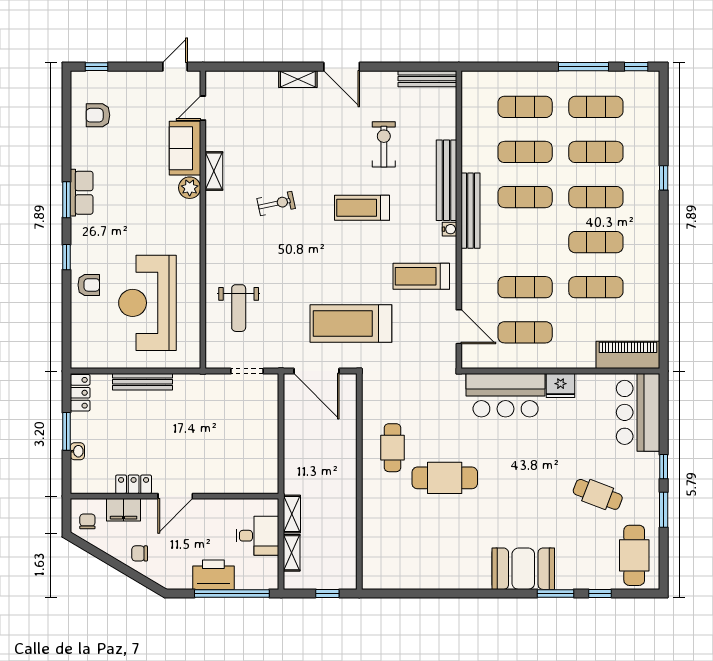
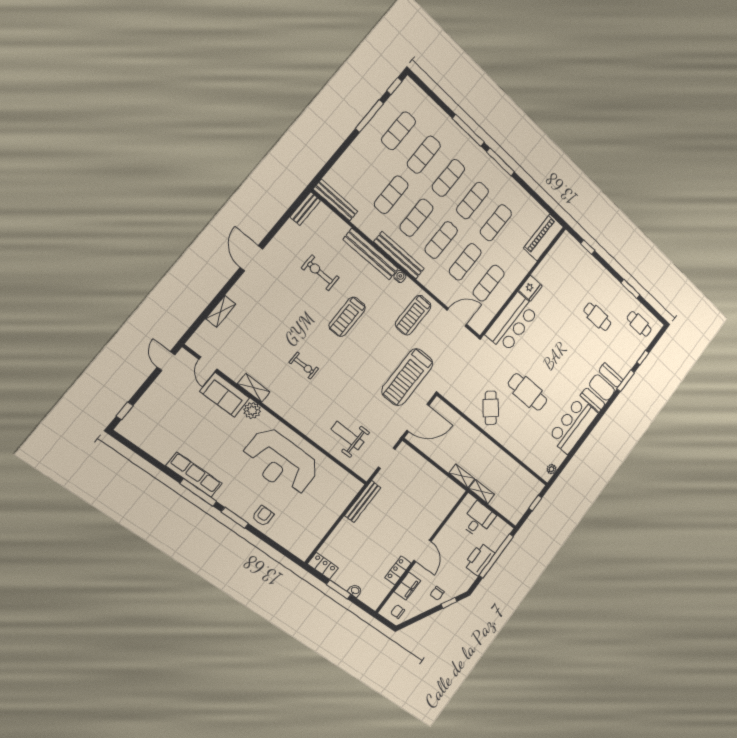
door: (342, 67) -> (251, 258), swing flipped
shelving: (298, 79) -> (221, 311), moved
bench: (427, 79) -> (305, 209), width x0.73
bench: (470, 101) -> (336, 200), added
exercise mat: (525, 107) -> (441, 240), moved
armchair: (98, 115) -> (159, 434), removed
window: (664, 178) -> (468, 130), width x2.17
row of seats: (82, 193) -> (194, 475), width x1.48
window: (66, 200) -> (198, 492), width x1.44
exercise bike: (276, 203) -> (304, 366), turned 102
window: (664, 239) -> (501, 162), added
window: (66, 257) -> (235, 518), width x1.50
reception desk: (147, 303) -> (281, 462), moved
weight bench: (239, 308) -> (348, 436), turned 180
bench: (143, 382) -> (363, 502), moved
bar counter: (638, 412) -> (573, 425), moved, turned 90
cafe table: (393, 448) -> (491, 408), turned 50
window: (664, 467) -> (588, 247), moved
cafe table: (445, 478) -> (528, 392), turned 90
cafe table: (598, 494) -> (597, 317), turned 69
shelving: (292, 553) -> (462, 476), moved
cafe table: (634, 555) -> (639, 324), width x0.73, depth x0.74
window: (139, 577) -> (449, 603), added
plant: (381, 582) -> (552, 469), added

